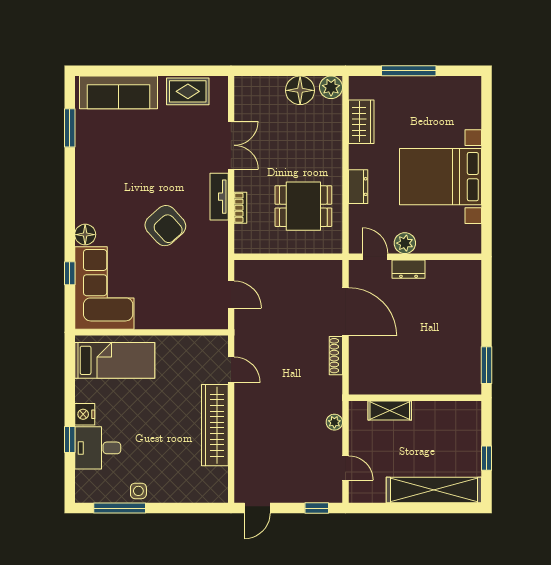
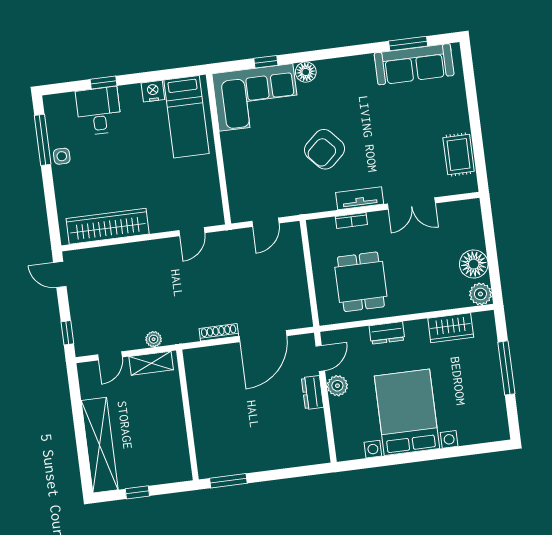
sofa: (118, 92) -> (414, 64), moved, turned -90
shelving: (390, 410) -> (151, 363), moved, turned 90
nightstand: (85, 414) -> (153, 91), moved
wardrobe: (215, 425) -> (108, 226), moved

